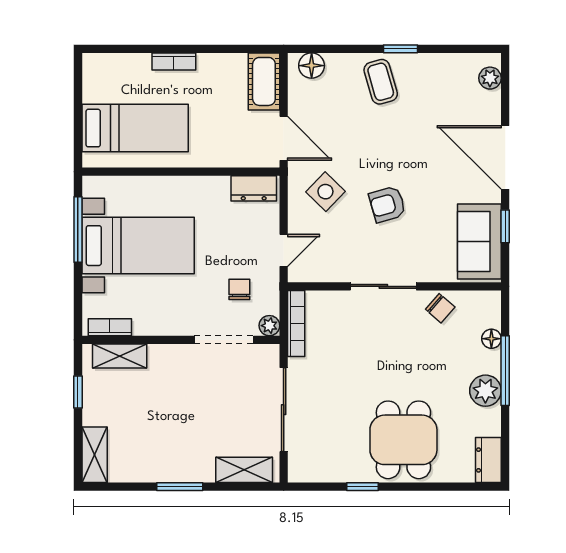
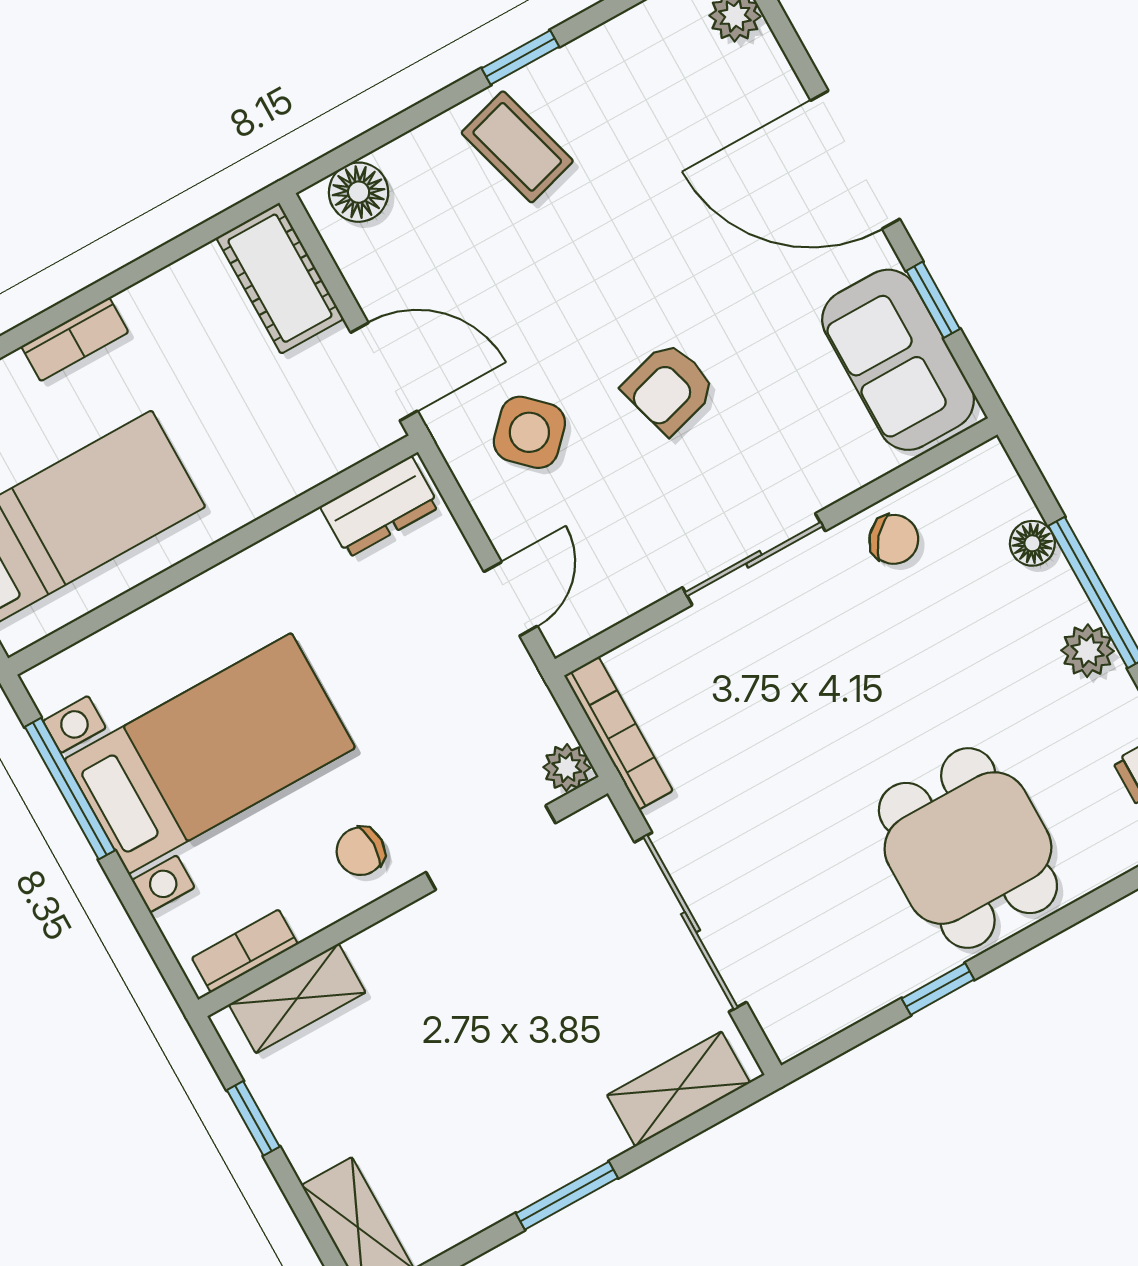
chair: (239, 289) -> (361, 851), moved, turned -90
plant: (485, 391) -> (1088, 651), width x0.73, depth x0.73

